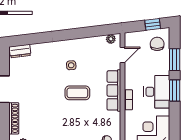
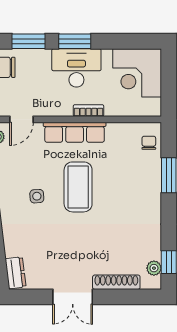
door: (122, 55) -> (21, 119), swing flipped
coffee table: (77, 93) -> (78, 187), width x1.36, depth x1.32

